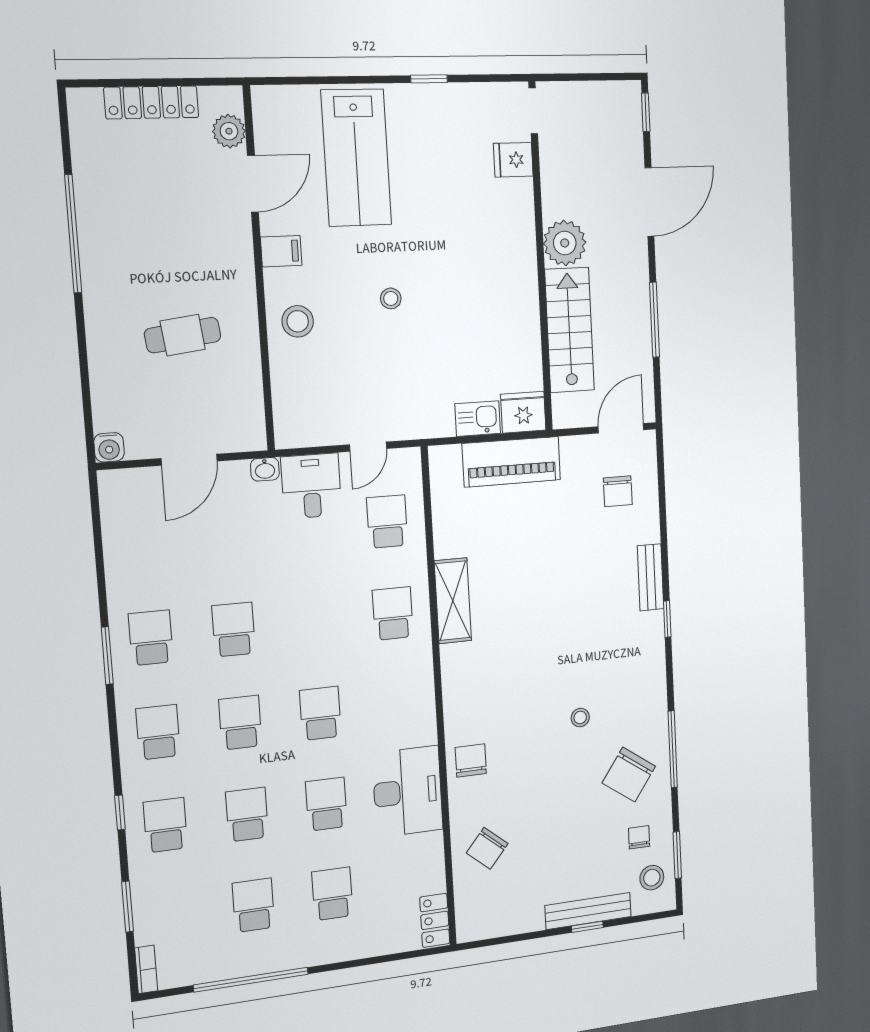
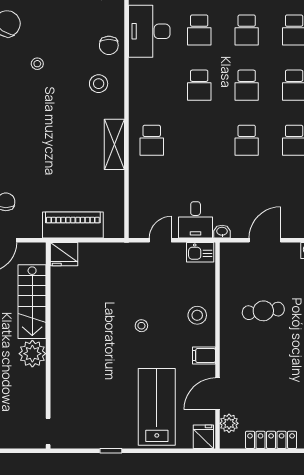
fridge: (513, 160) -> (203, 437), moved, turned -90
kitchen sink: (478, 419) -> (200, 252), moved
school desk: (387, 522) -> (152, 195), removed
stool: (484, 697) -> (99, 84), added

